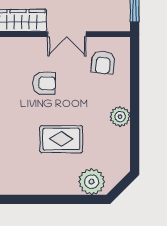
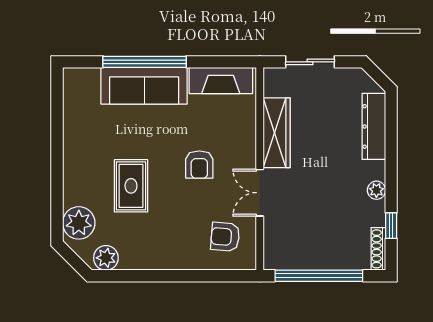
plant: (120, 117) -> (106, 258), moved

